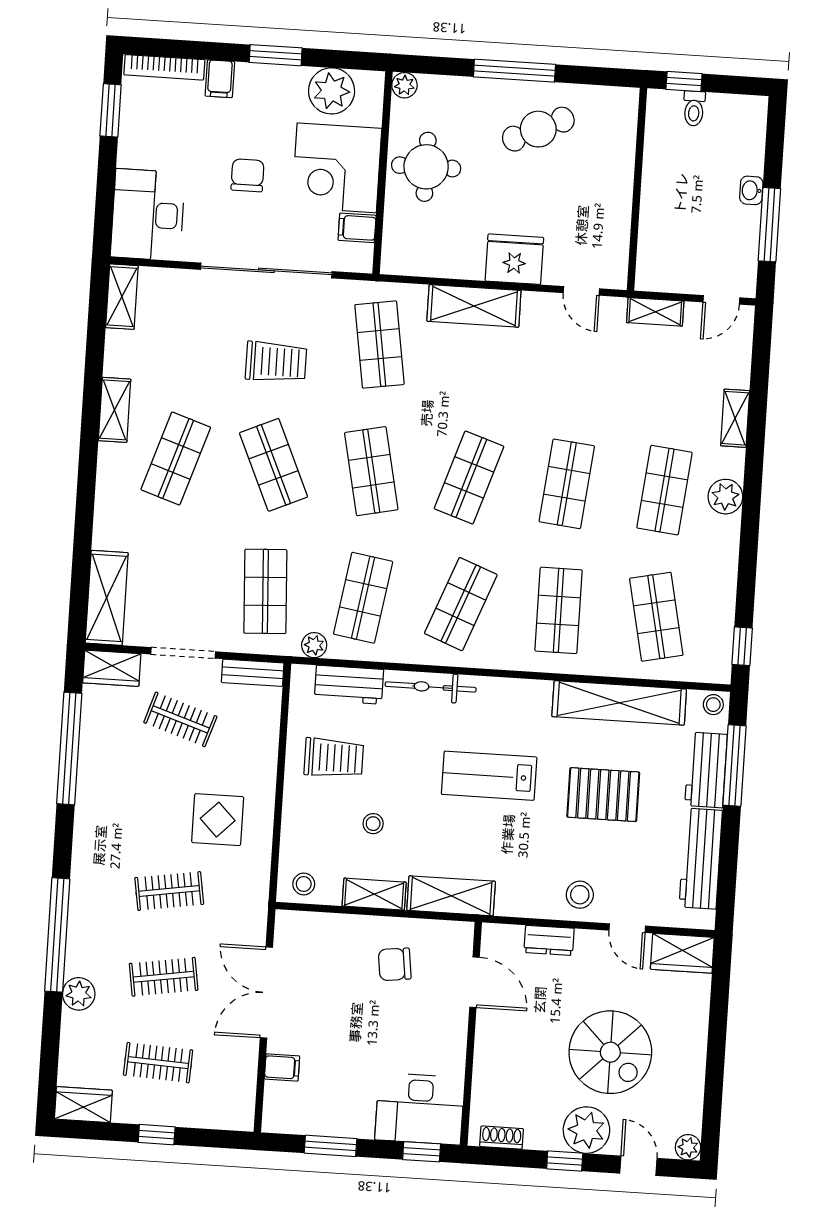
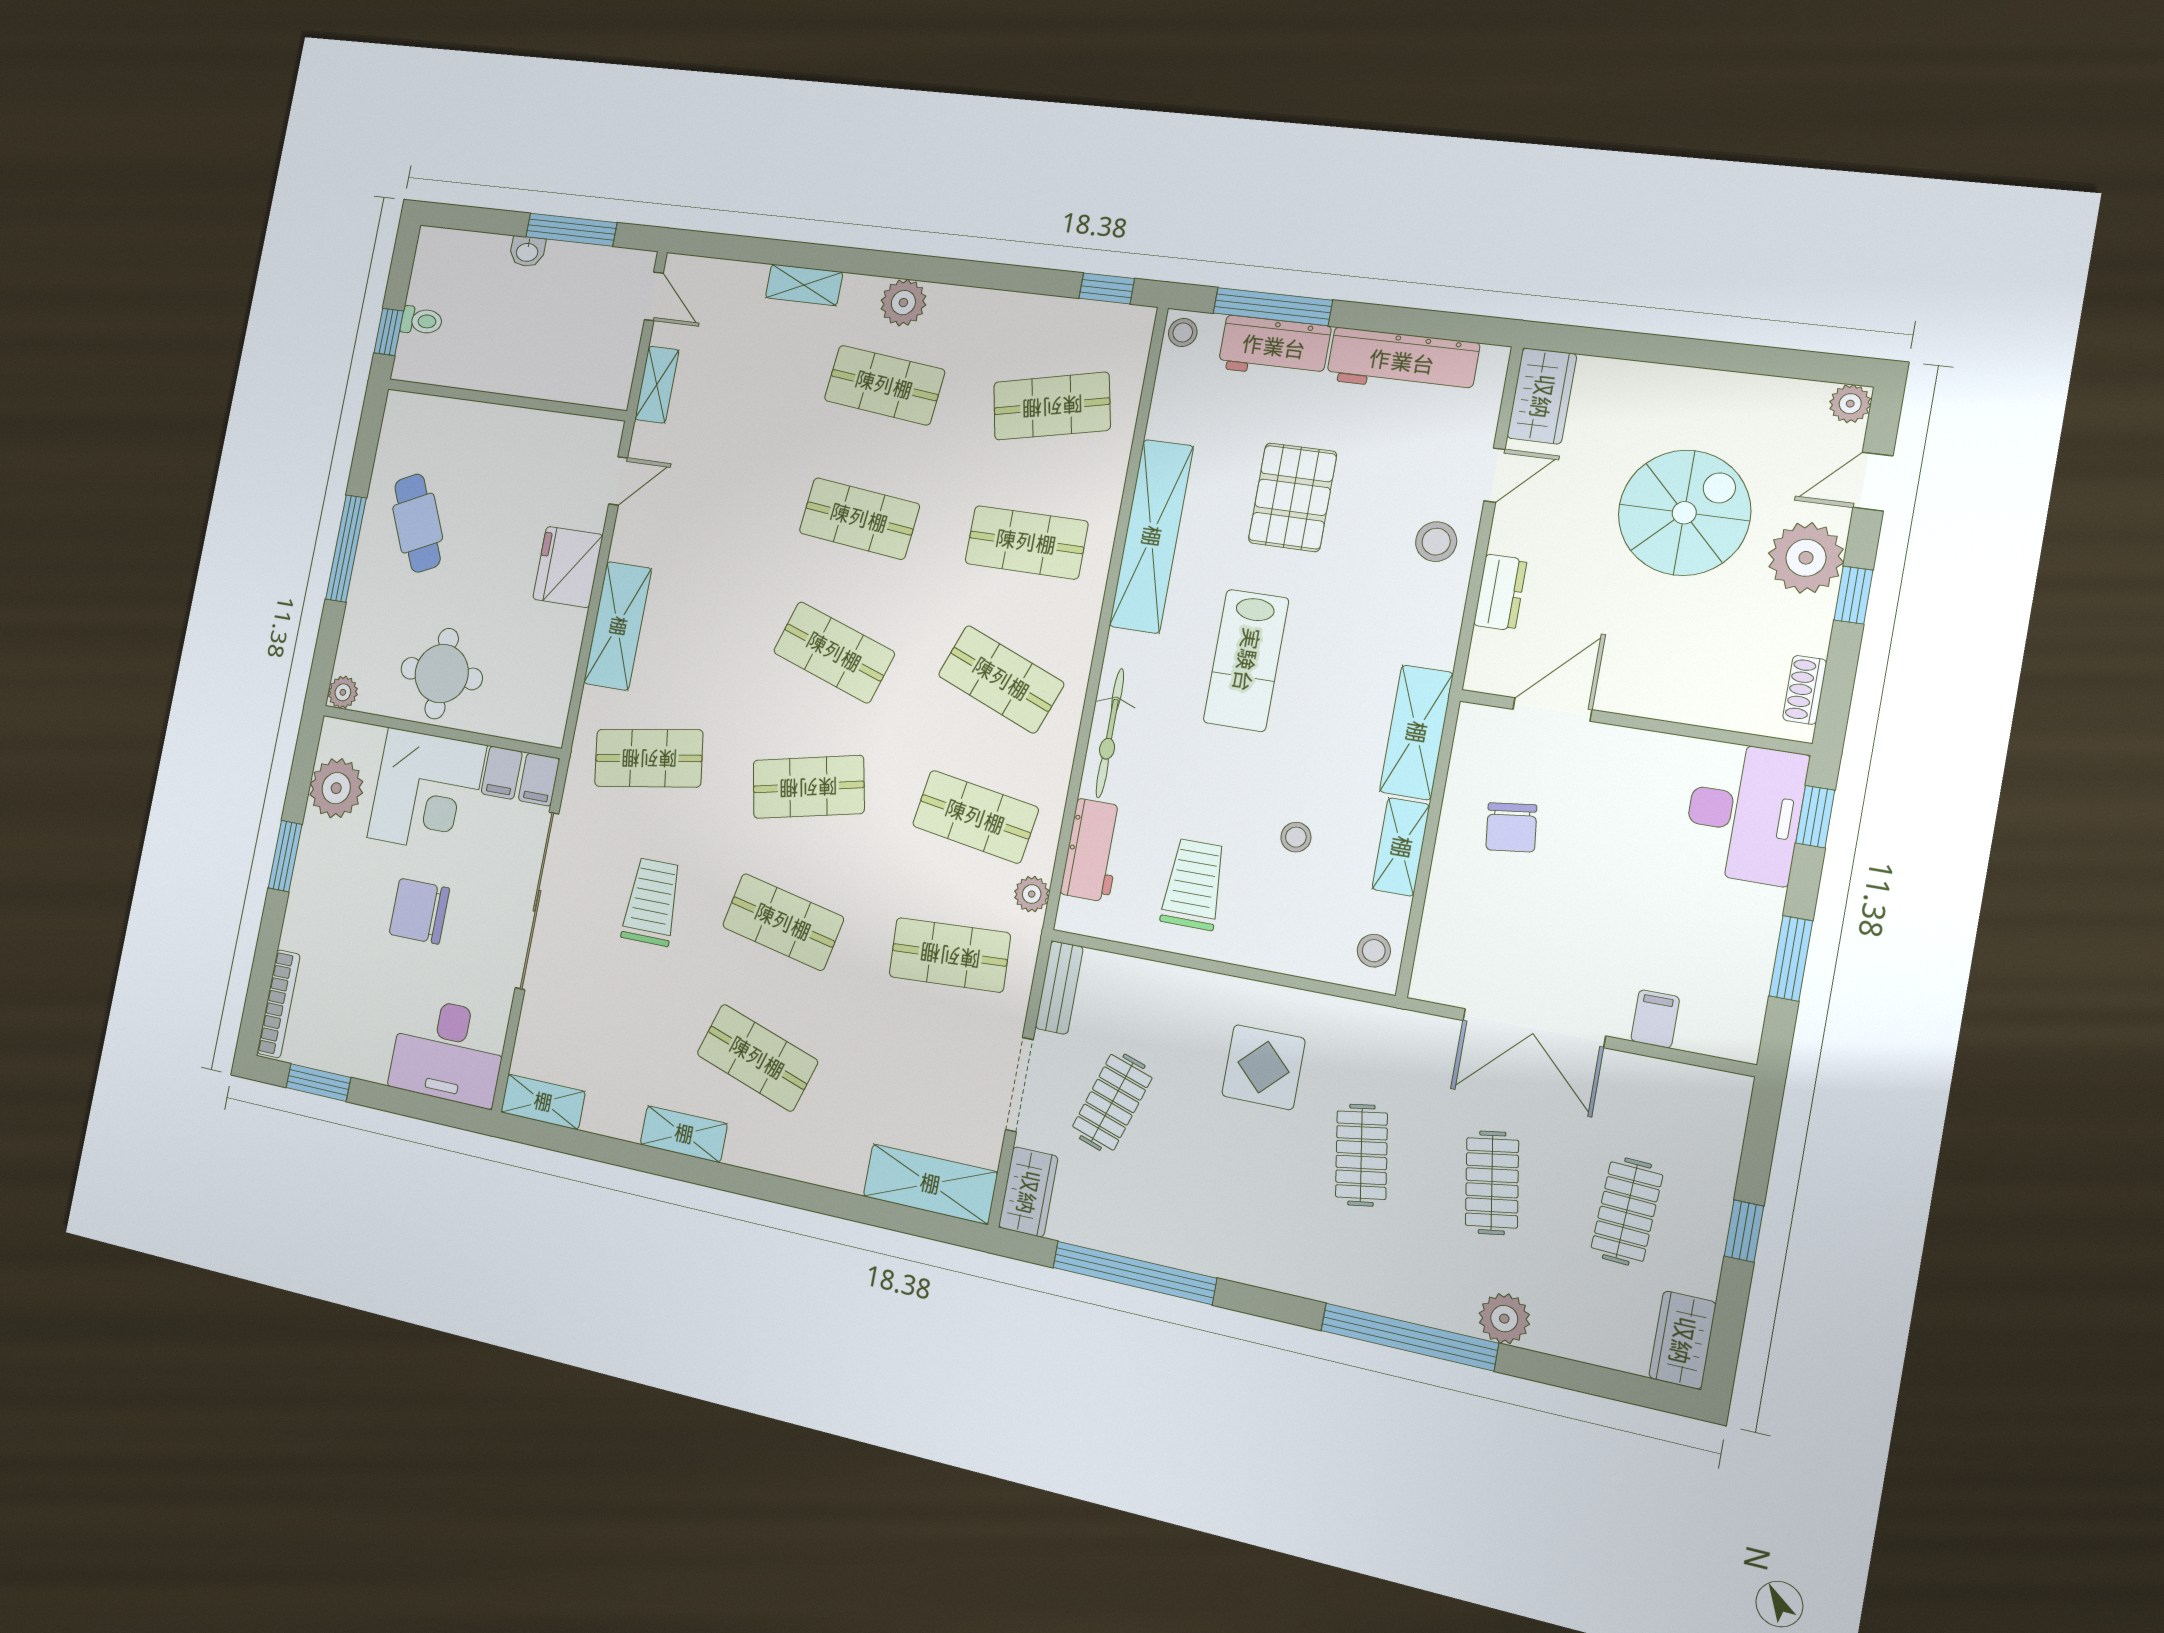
filing cabinet: (220, 79) -> (539, 779), moved, turned 90
chair: (248, 175) -> (419, 911), width x1.37, depth x1.37
shop shelf: (274, 465) -> (783, 922), turned 36
shelving: (619, 703) -> (1151, 536), moved

